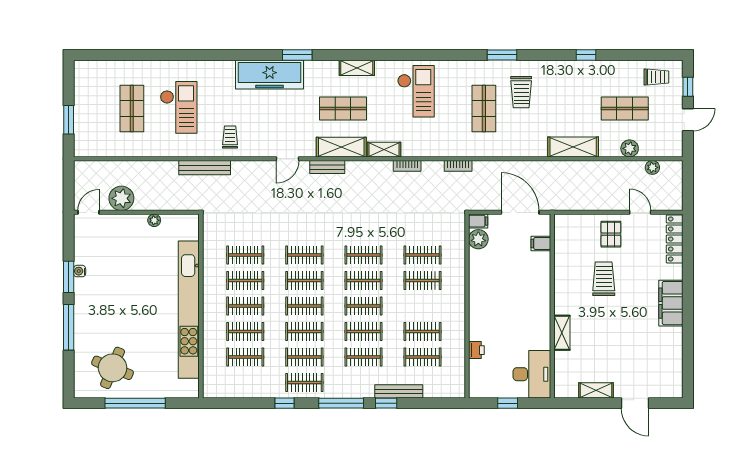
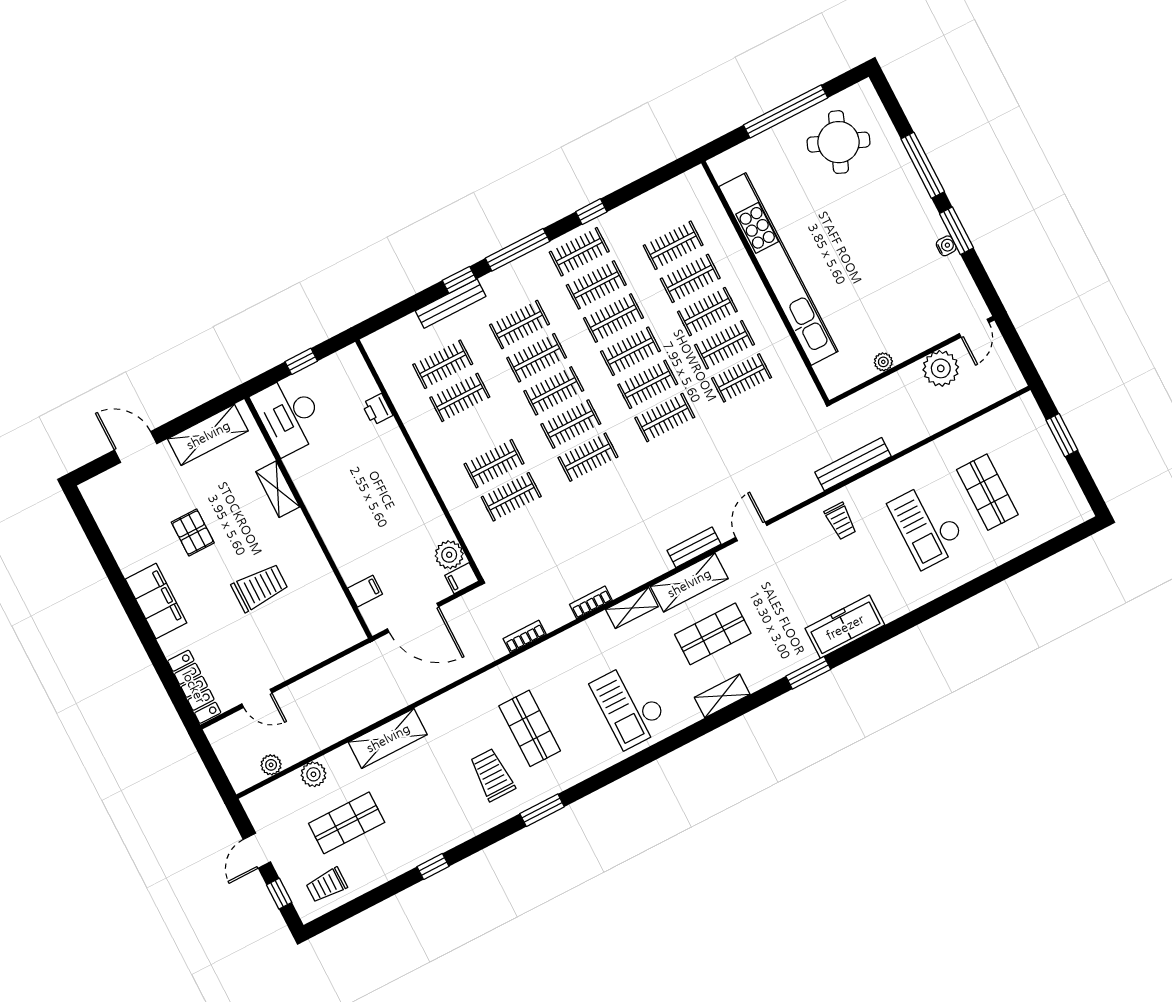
freezer: (270, 75) -> (845, 627), width x0.73, depth x0.79
pallet: (611, 234) -> (193, 532), moved
trolley: (604, 279) -> (260, 587), turned -90
shelving: (596, 390) -> (208, 435), width x1.50, depth x1.33

